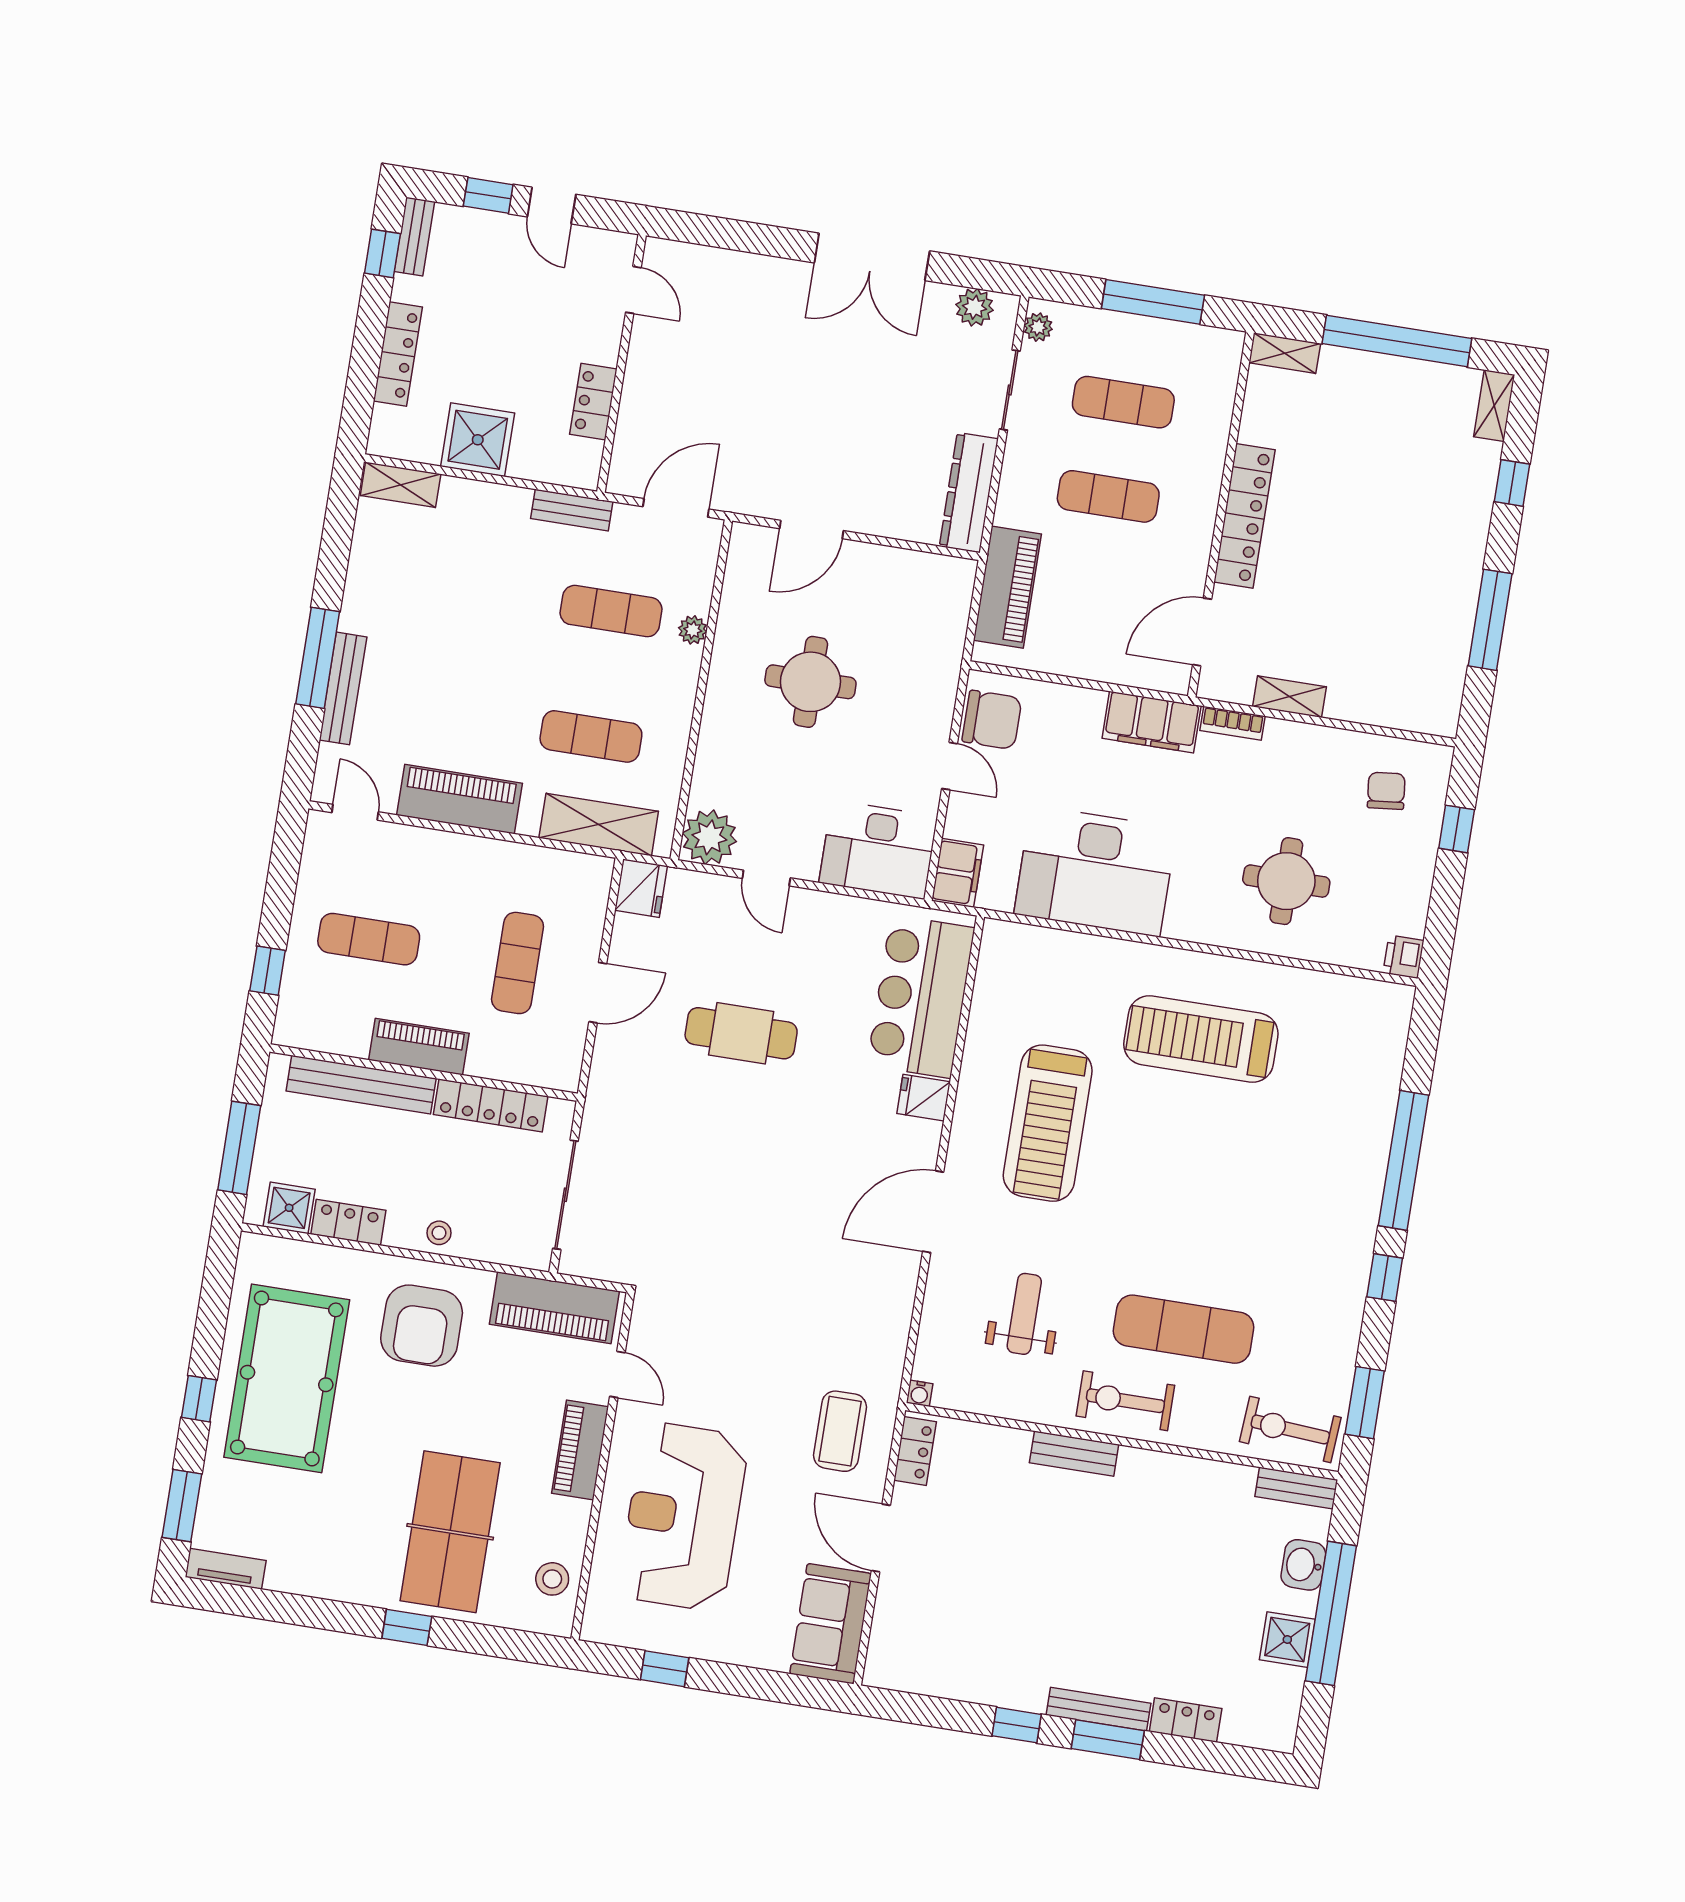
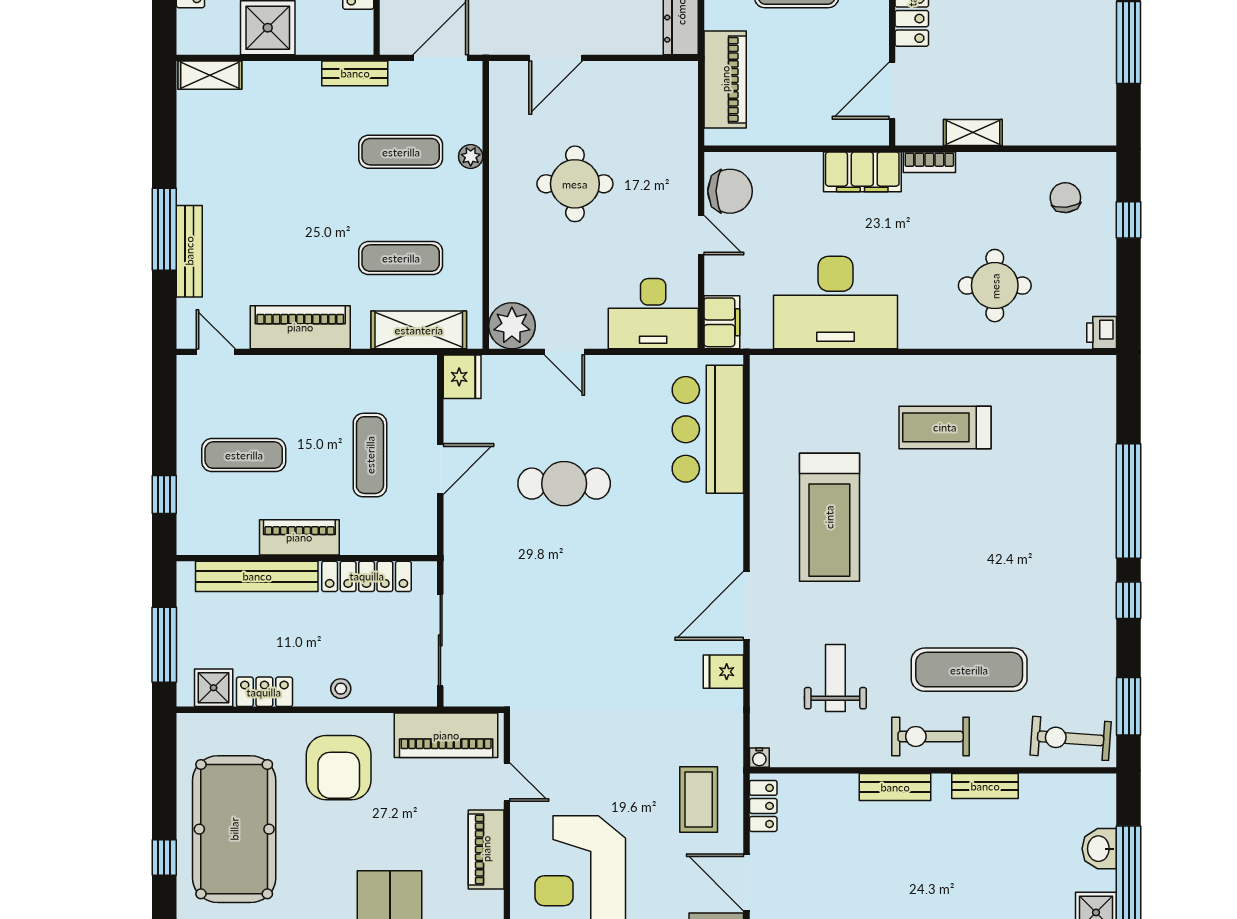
treadmill: (1201, 1039) -> (945, 427), width x0.73, depth x0.73
fridge: (924, 1098) -> (723, 672), moved
bench: (1296, 1488) -> (985, 786), moved

